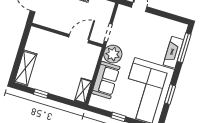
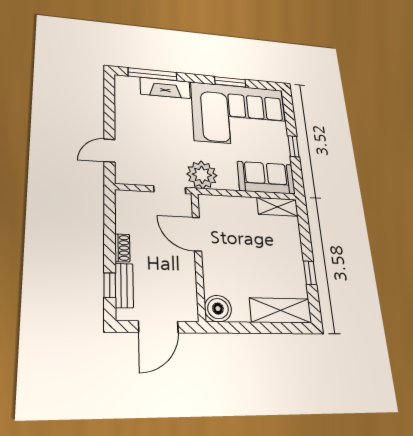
boiler: (36, 35) -> (218, 309), added
sofa: (106, 80) -> (266, 178), moved

